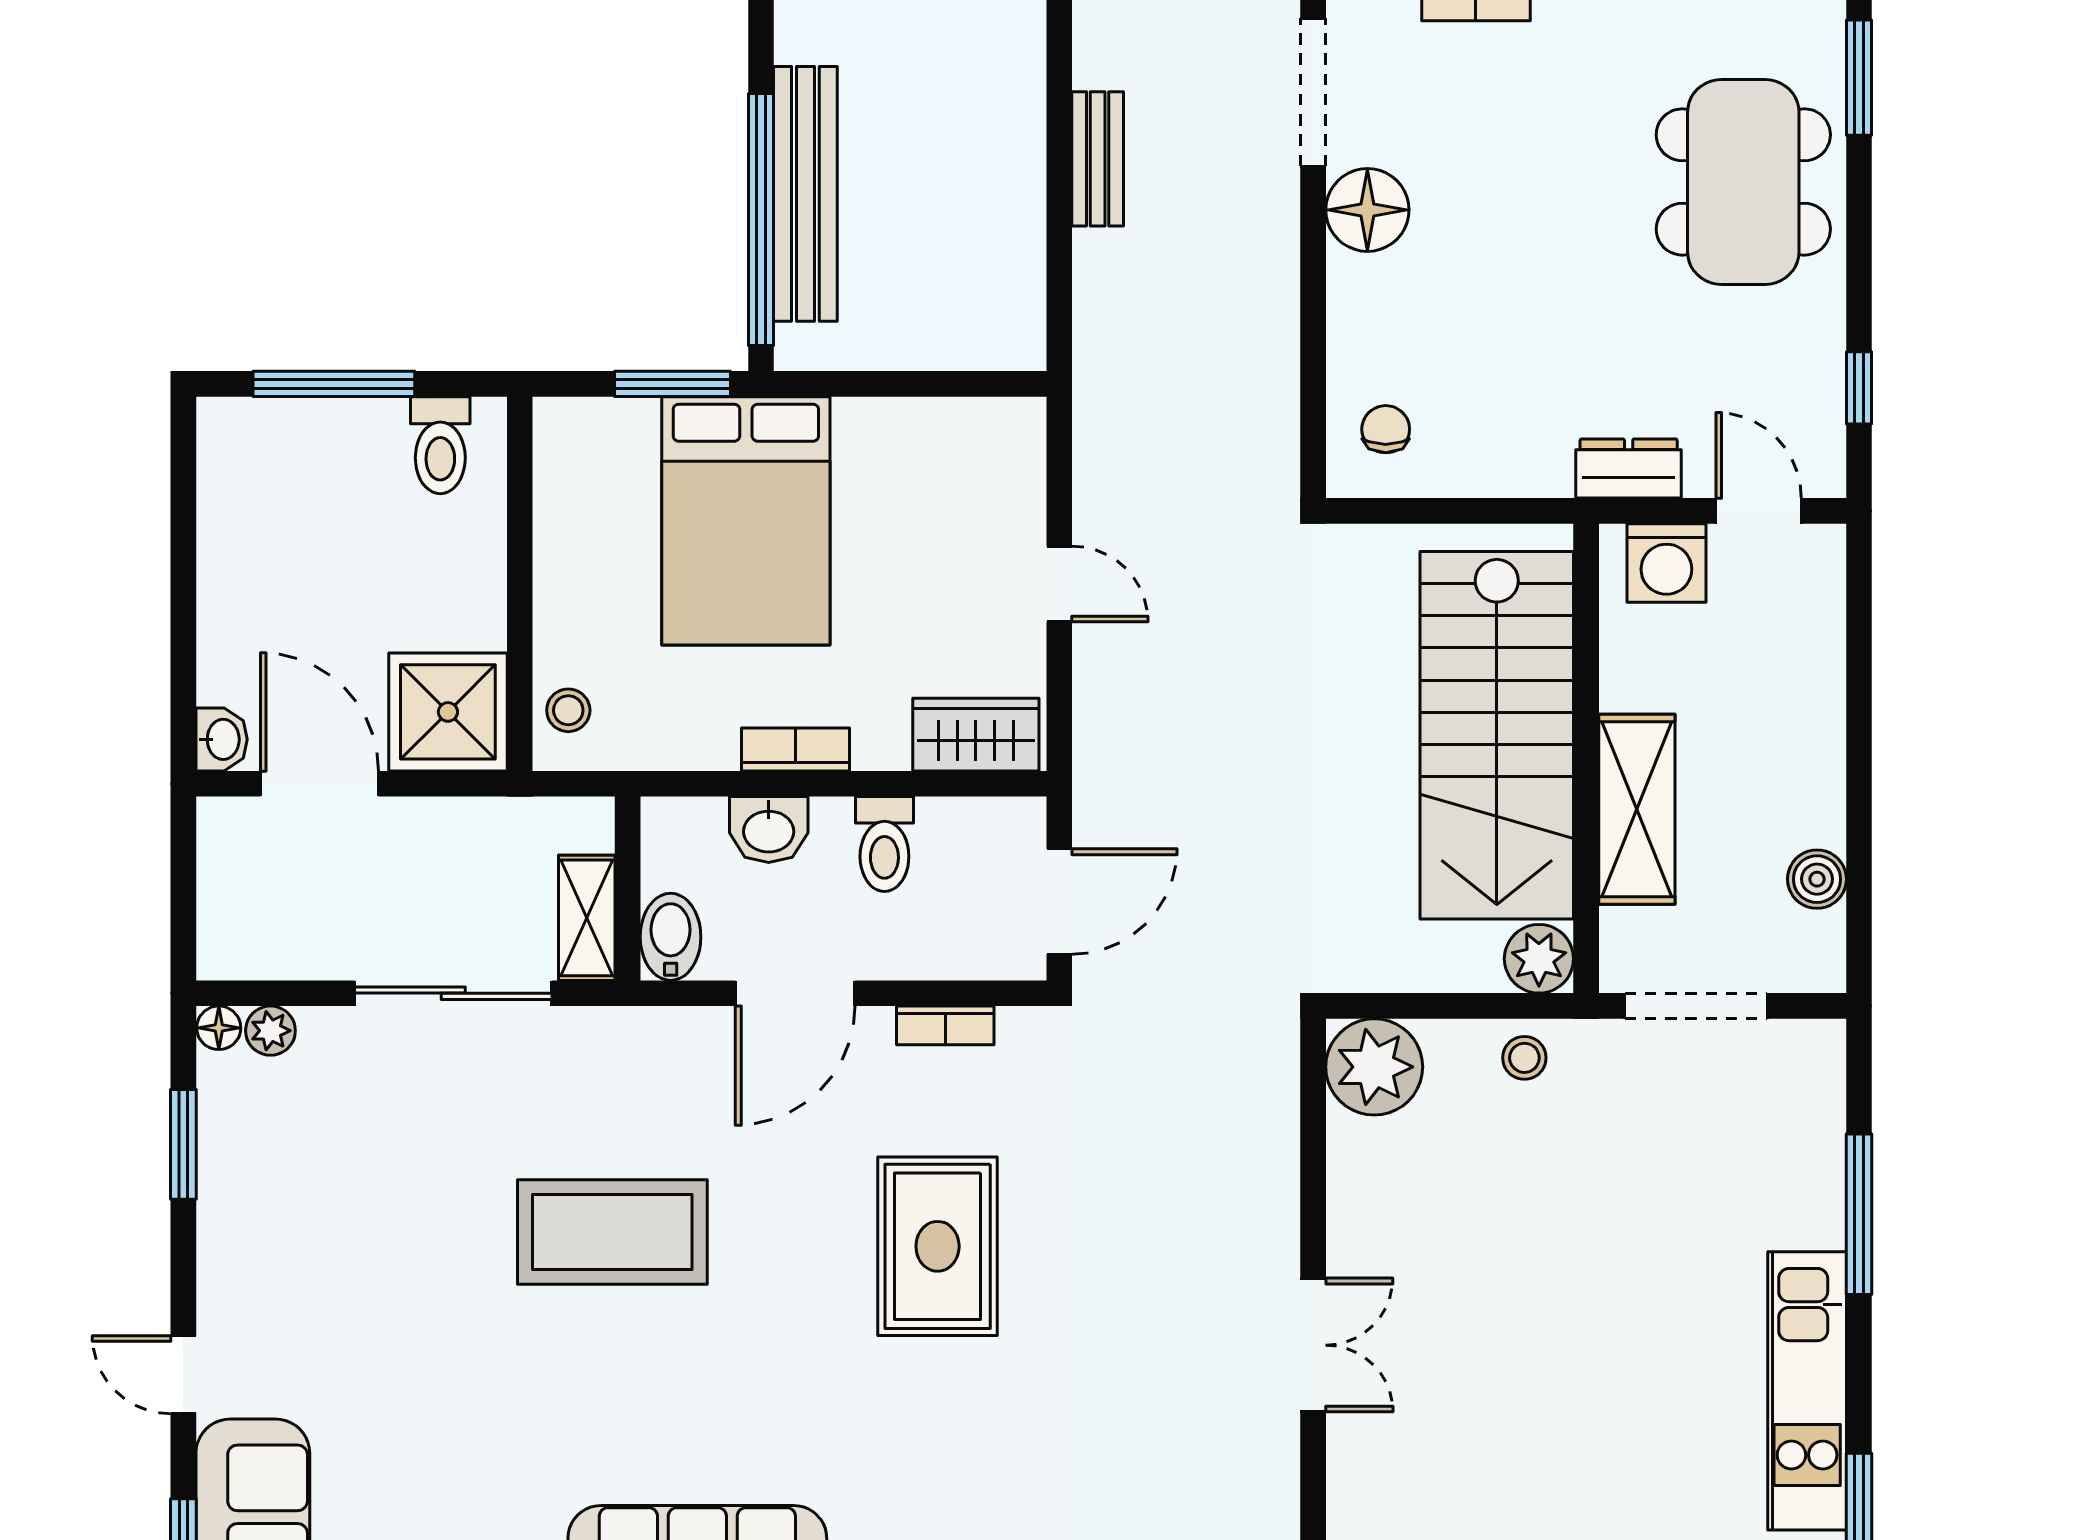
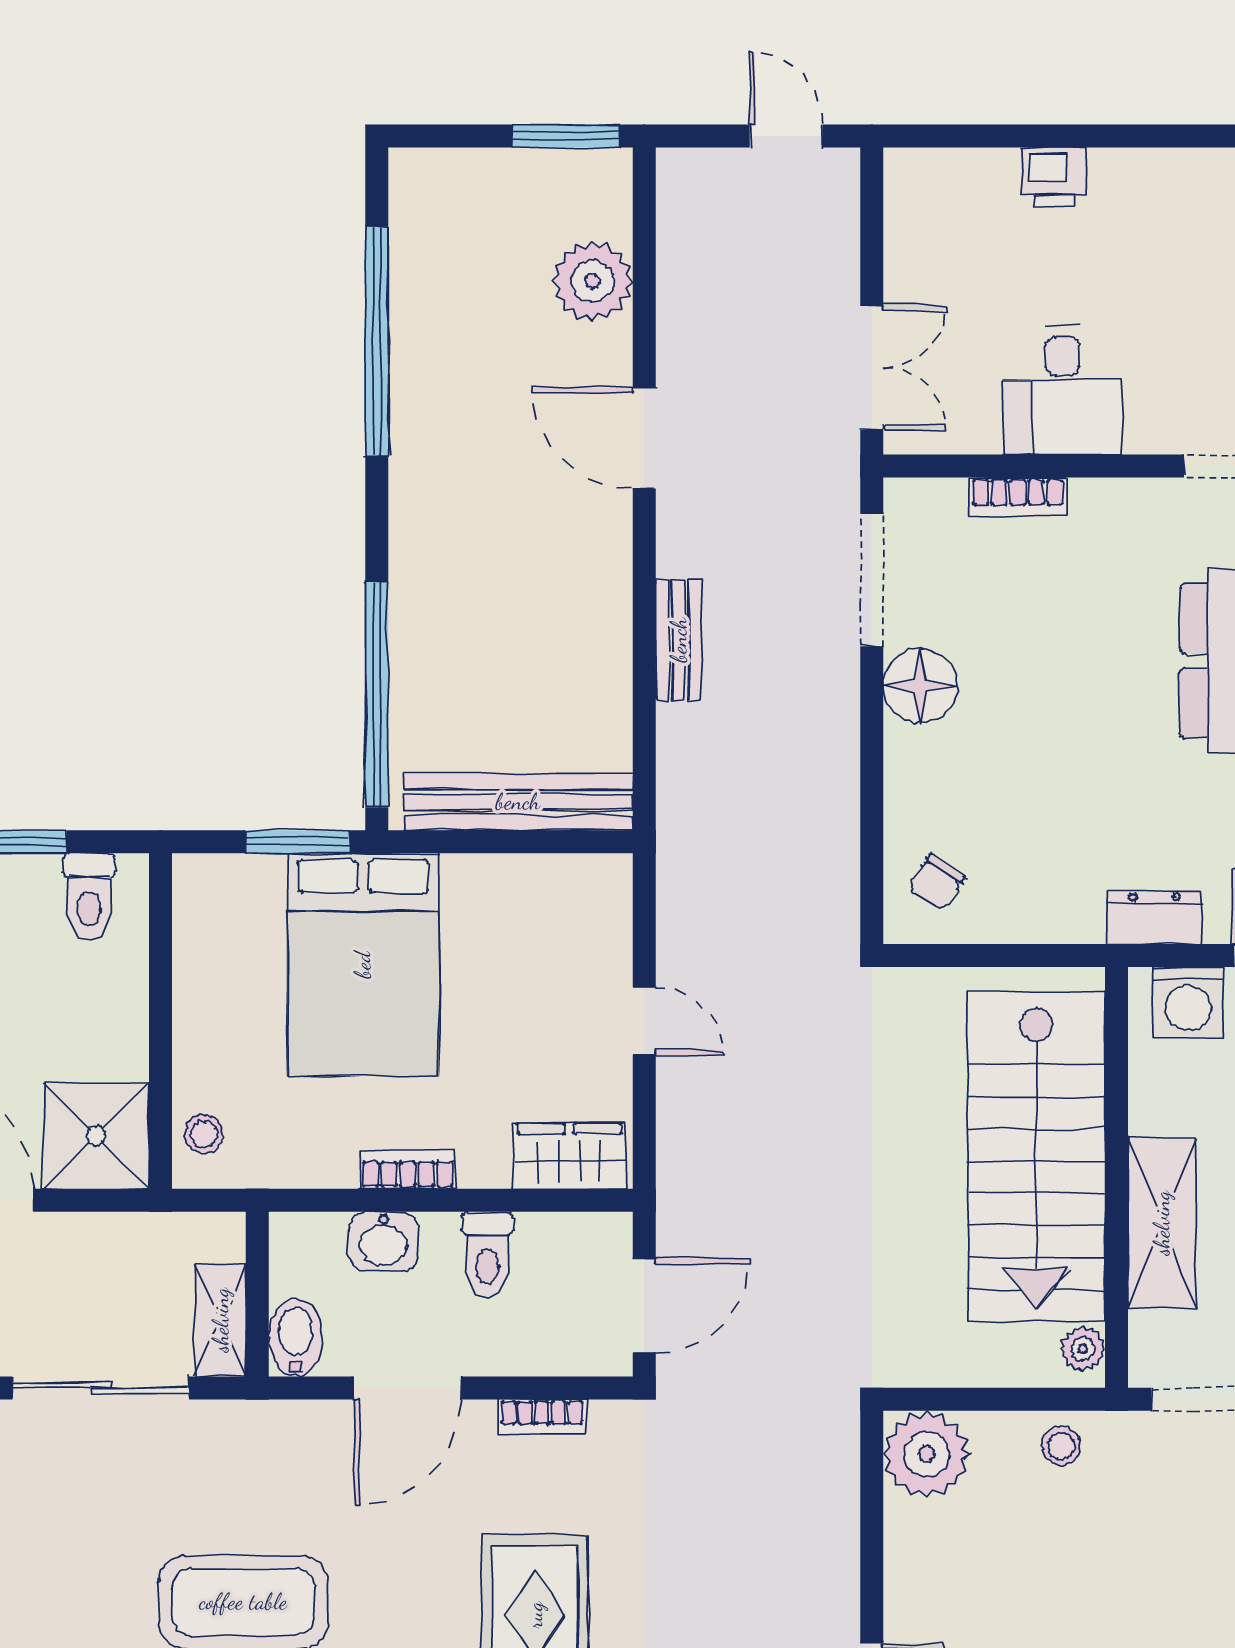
bench: (805, 194) -> (518, 802), moved, turned 90
chair: (1386, 429) -> (937, 882), turned -146
plant: (1539, 959) -> (1083, 1349), width x0.73, depth x0.73

